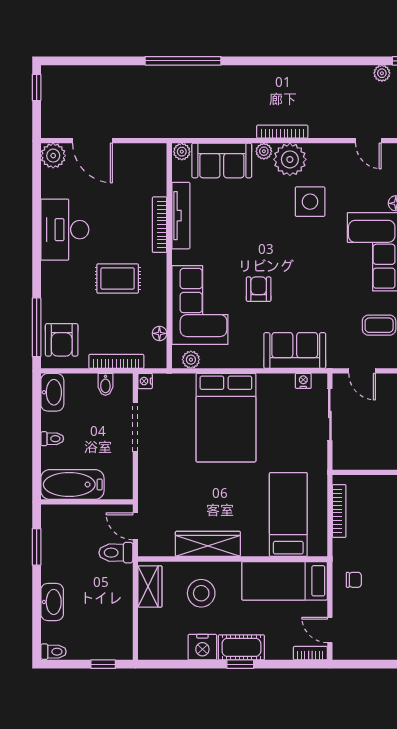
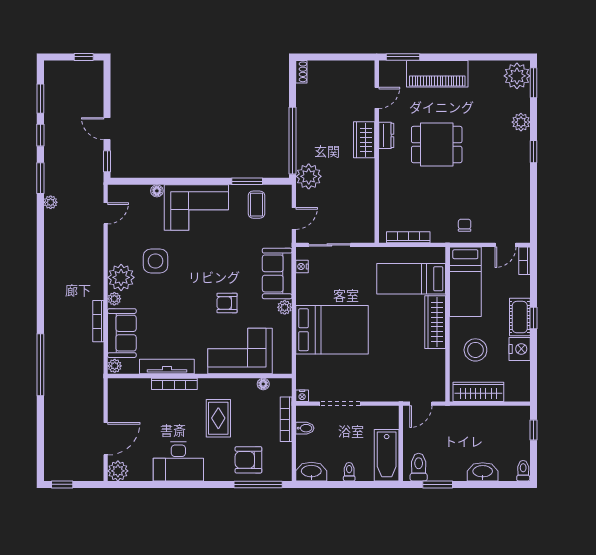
bookcase: (282, 132) -> (98, 321), moved
armchair: (62, 340) -> (248, 460), moved, turned 180
plant: (191, 360) -> (285, 307), moved
wardrobe: (208, 544) -> (435, 322), moved
toilet: (116, 553) -> (419, 467), moved, turned 180
wardrobe: (150, 586) -> (478, 392), width x1.50

